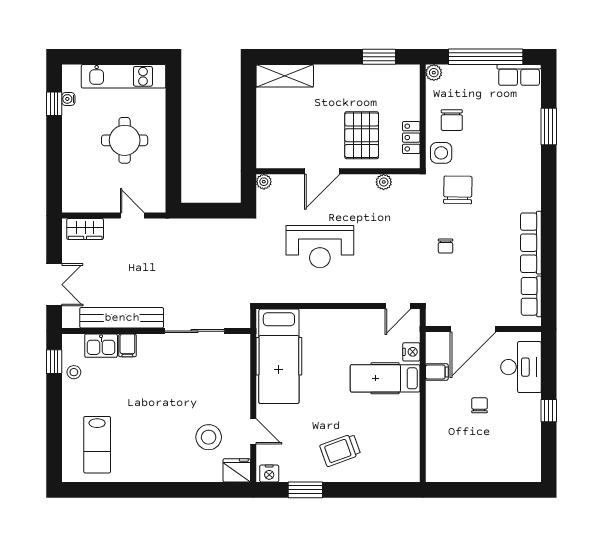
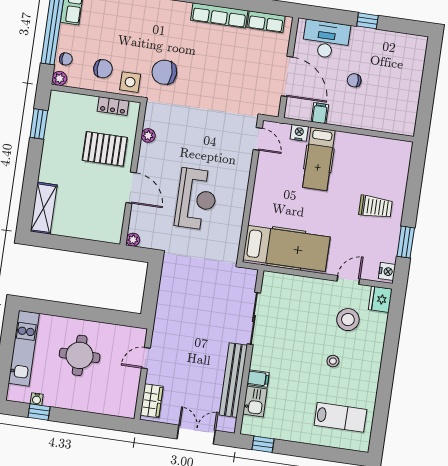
chair: (446, 246) -> (66, 59), moved
stool: (74, 372) -> (333, 361), moved
trolley: (340, 450) -> (376, 207), turned -70

